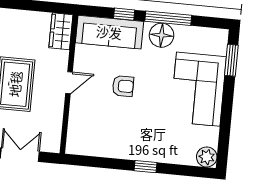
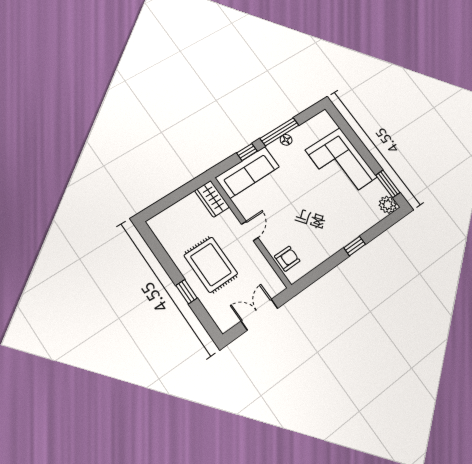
floor lamp: (162, 35) -> (286, 140), width x0.53, depth x0.53
window: (231, 60) -> (388, 184), moved
armchair: (123, 86) -> (287, 259), moved

